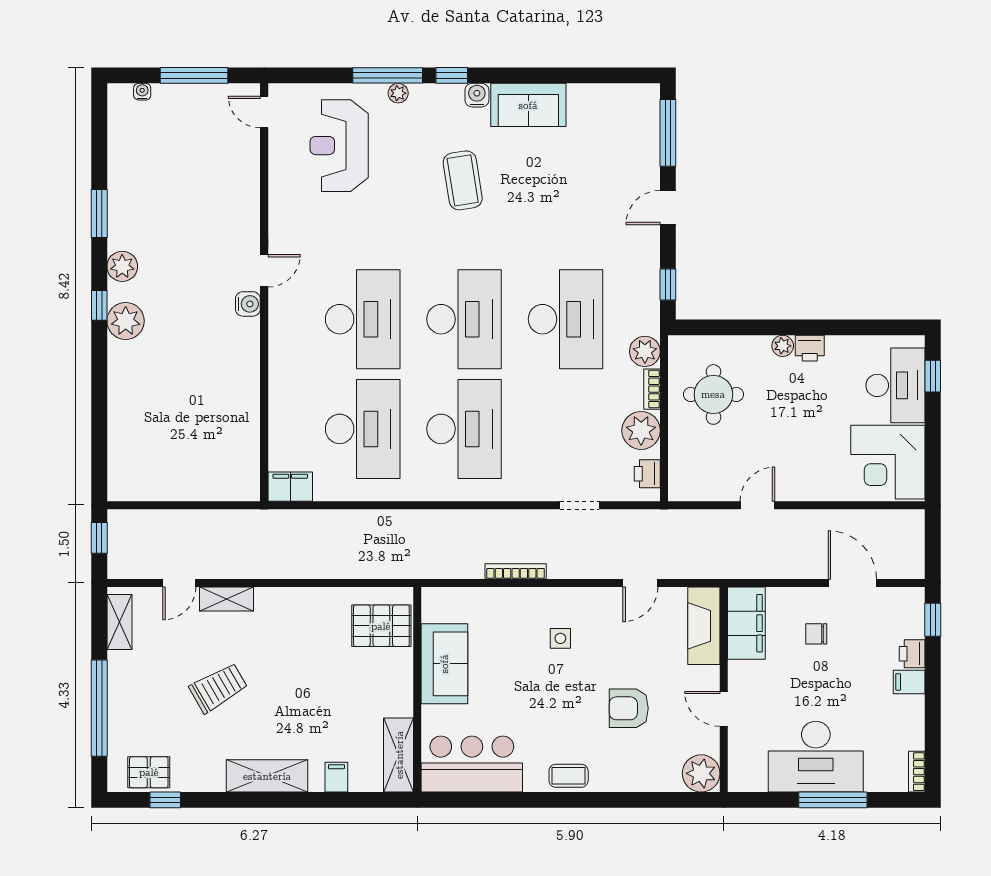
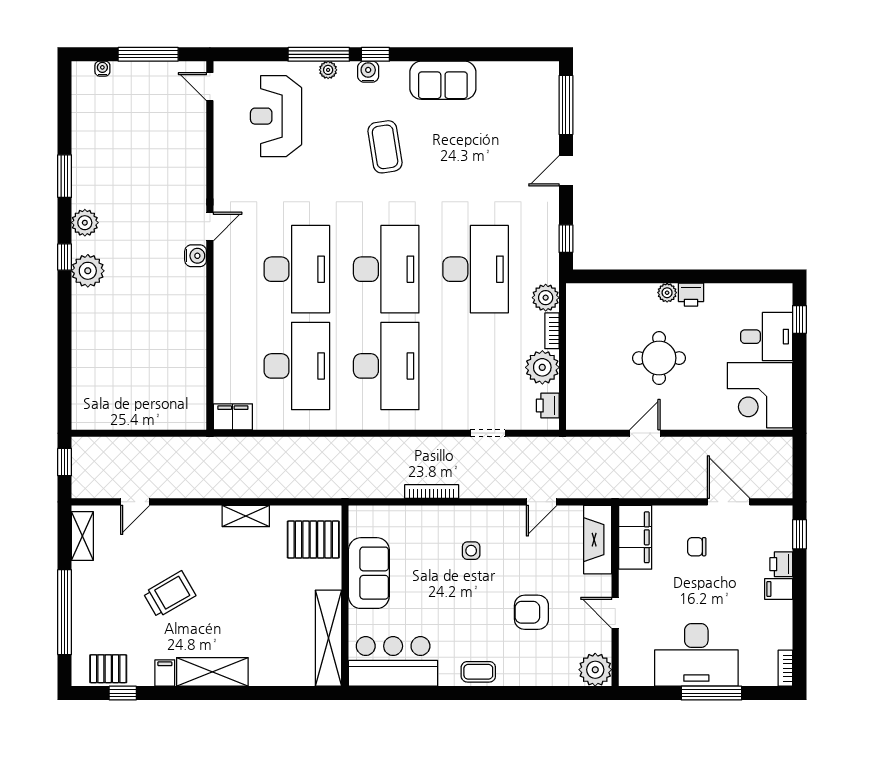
water cooler: (477, 95) -> (368, 72), moved
desk: (896, 385) -> (767, 337), width x0.73
round table: (713, 394) -> (659, 358), moved
shelving: (226, 599) -> (246, 516), moved
shelving: (399, 755) -> (328, 638), width x1.47
filing cabinet: (336, 777) -> (165, 673), moved

